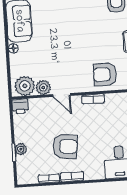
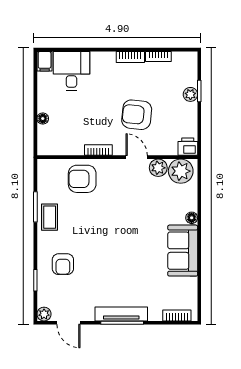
armchair: (105, 74) -> (82, 179), turned 180
armchair: (65, 146) -> (137, 115), moved

